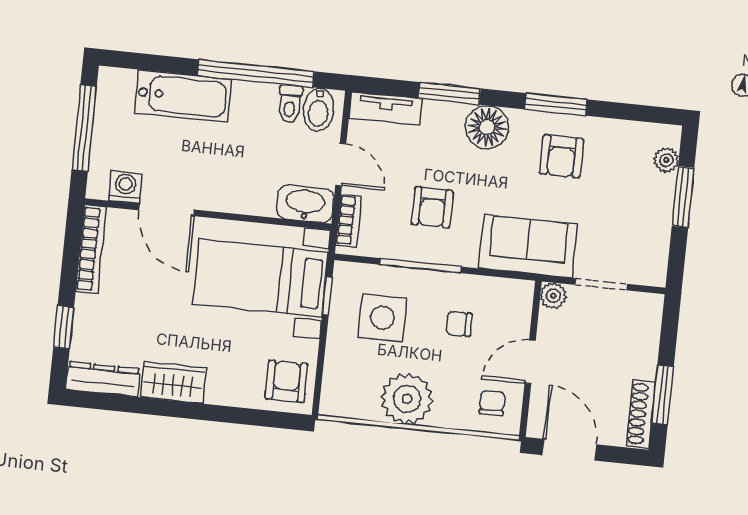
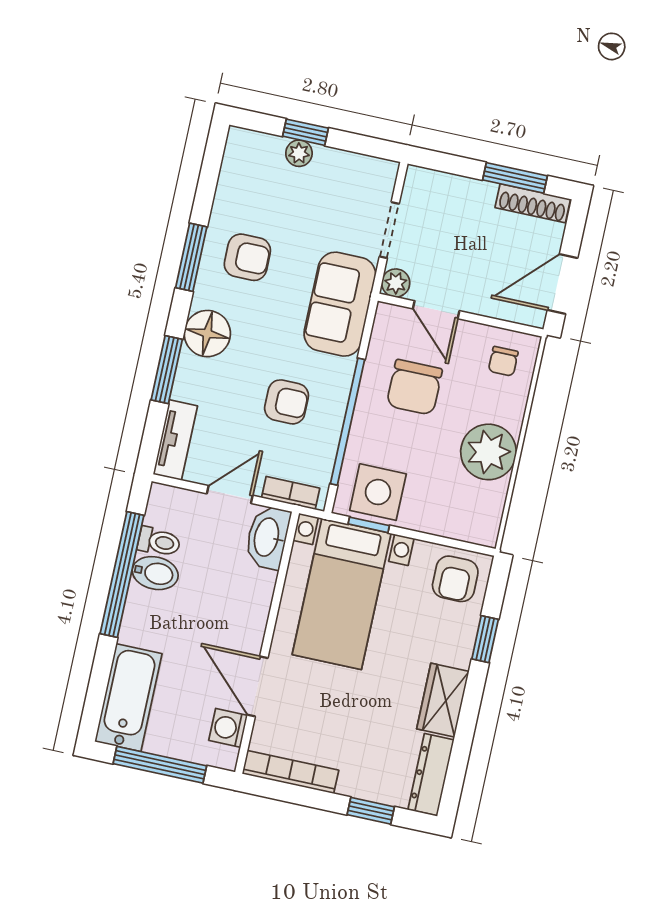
bathtub: (183, 96) -> (128, 698), moved
bidet: (319, 110) -> (155, 573), moved
plant: (666, 160) -> (299, 153), moved
window: (683, 197) -> (305, 132), width x0.67
door: (167, 210) -> (258, 686), swing flipped
window: (420, 266) -> (348, 422), width x1.46
side table: (383, 318) -> (378, 492), moved
chair: (459, 324) -> (414, 387), width x1.87, depth x1.87
door: (530, 362) -> (436, 310), moved
armchair: (286, 381) -> (455, 579), turned -90
chair: (492, 403) -> (503, 361), turned -90
window: (234, 415) -> (485, 639), added

